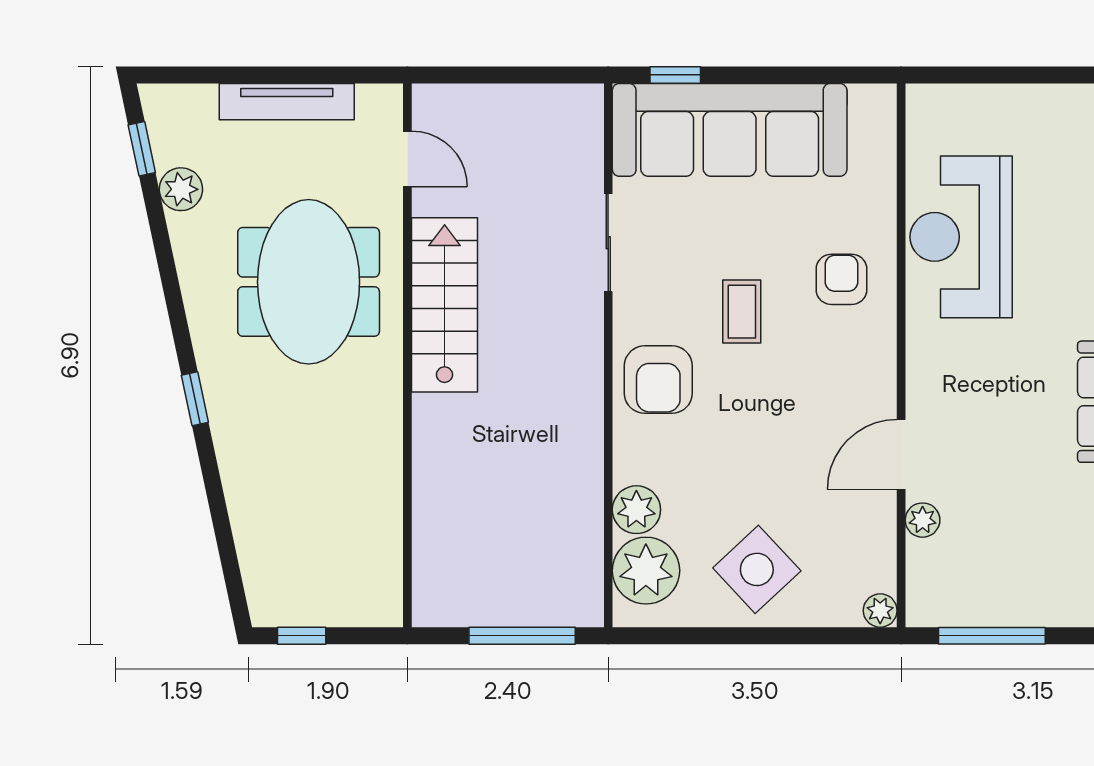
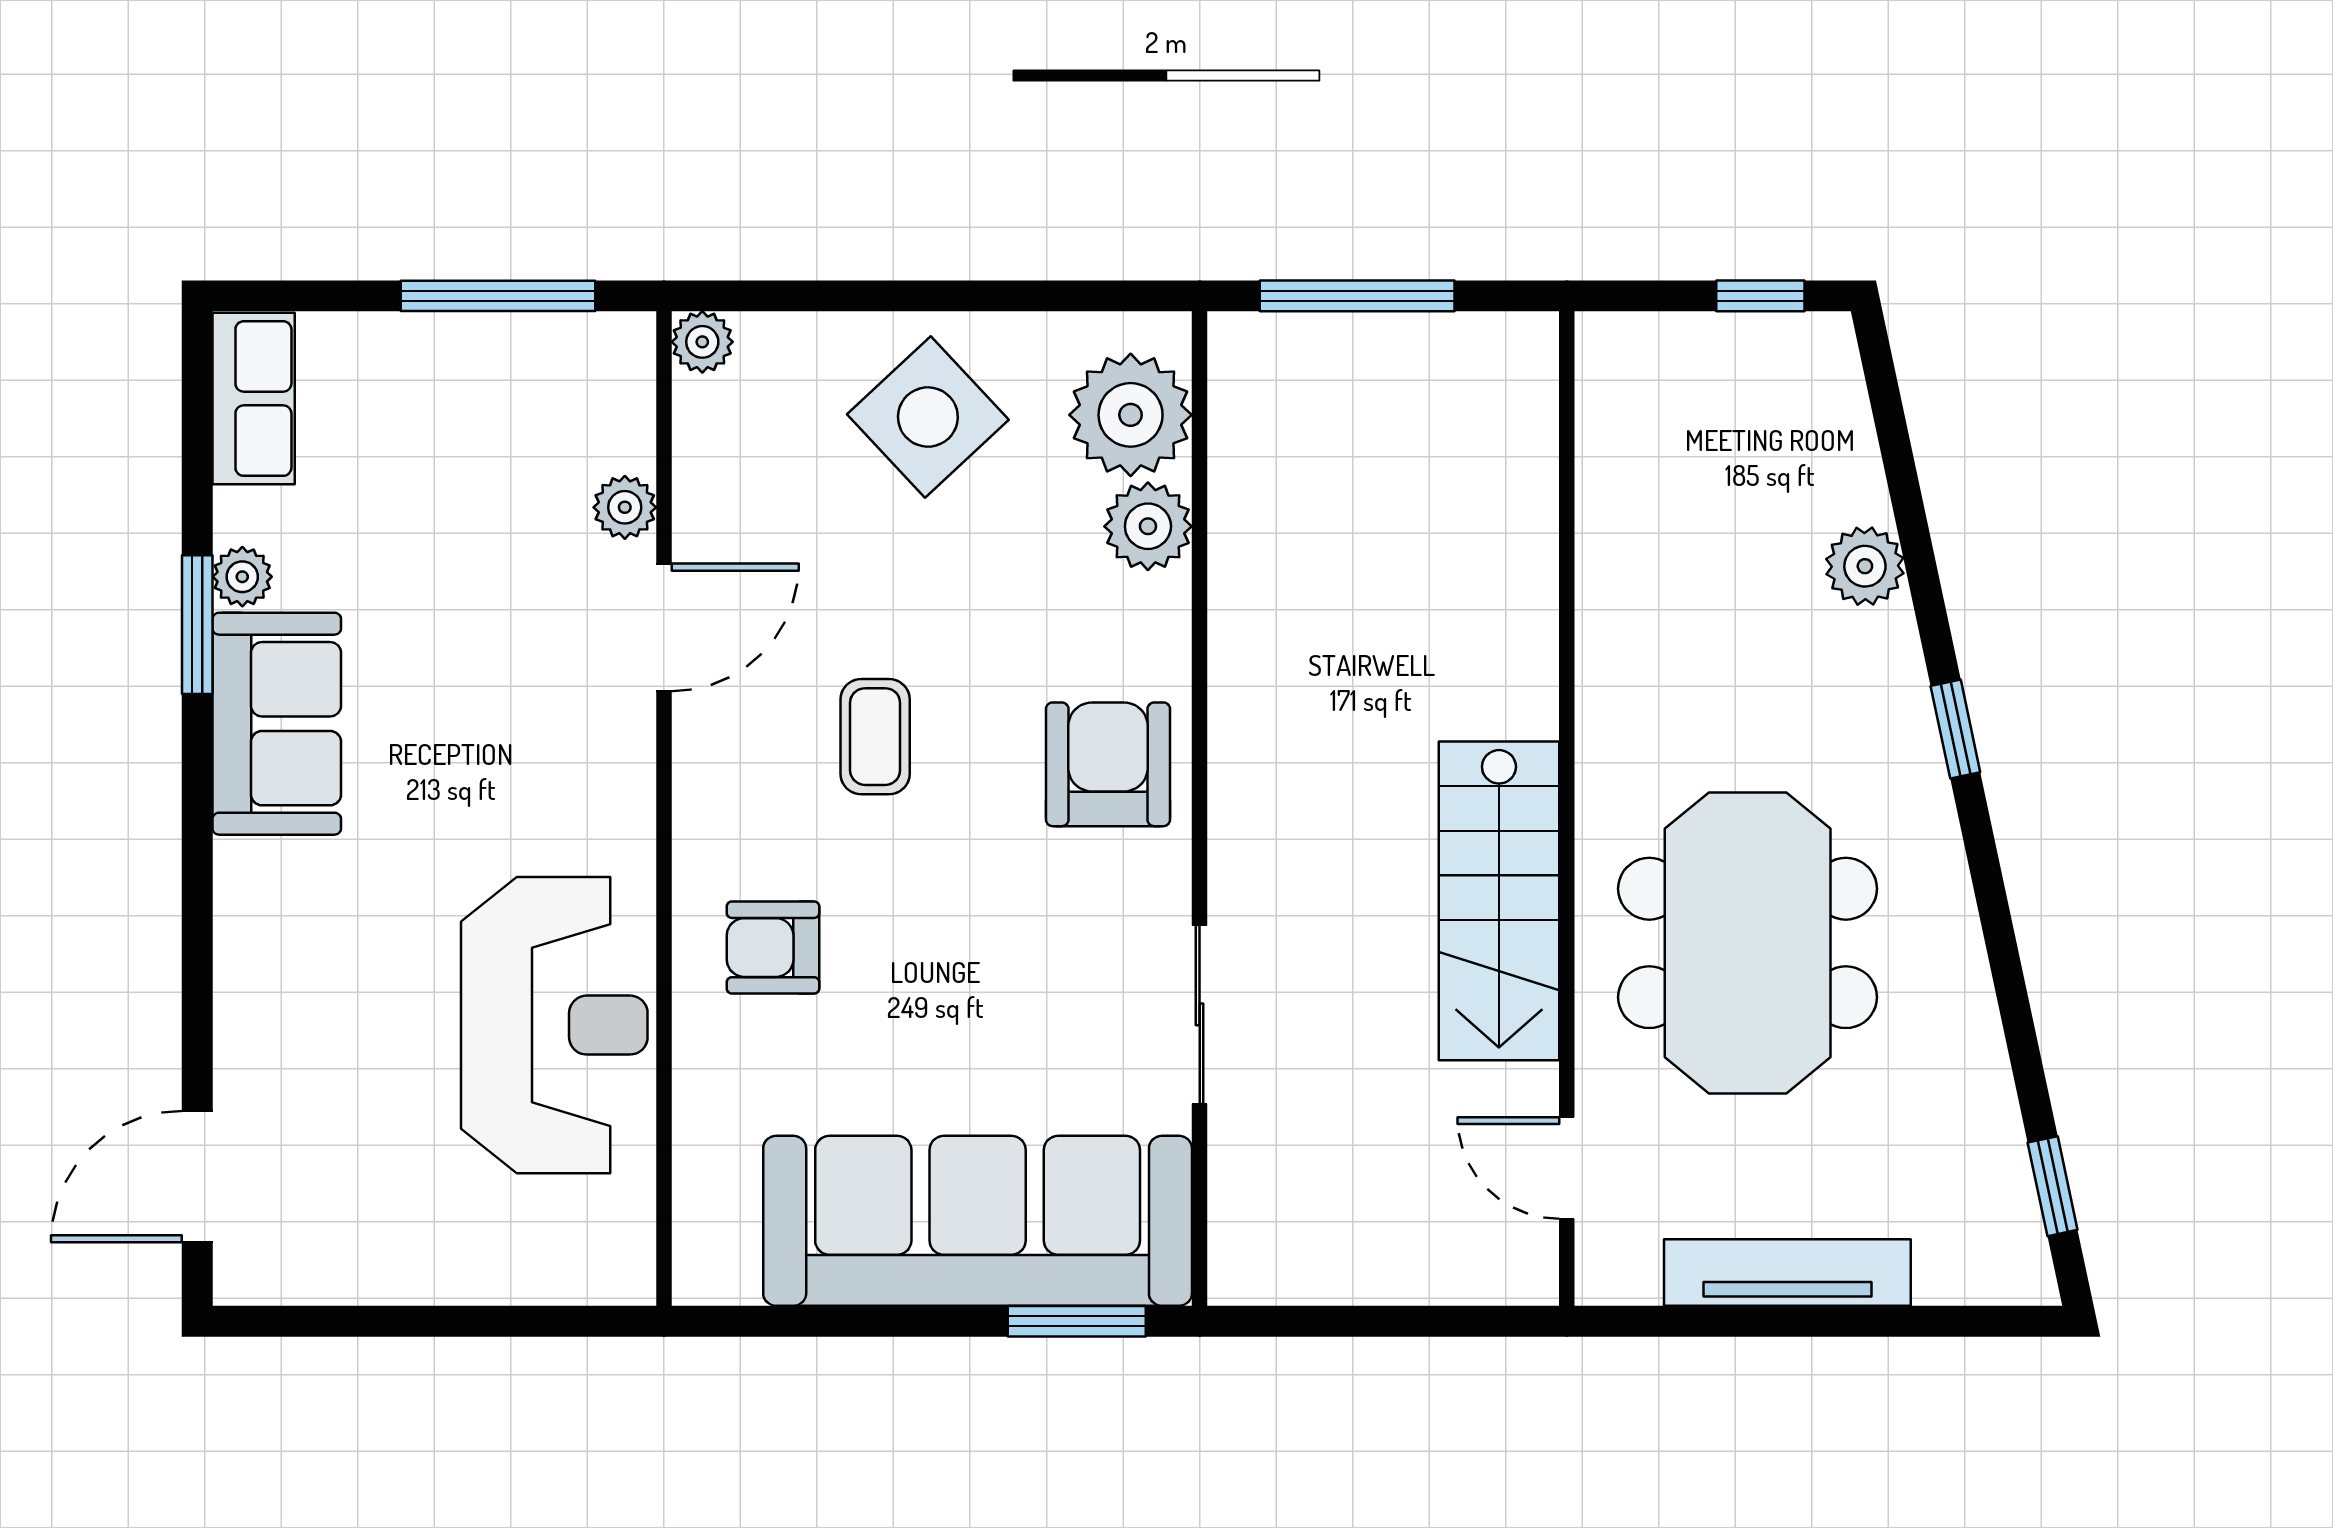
window: (675, 75) -> (1077, 1321), width x1.50
plant: (181, 189) -> (1865, 566), moved
armchair: (841, 279) -> (773, 948), turned 90
coffee table: (742, 312) -> (875, 737), moved

